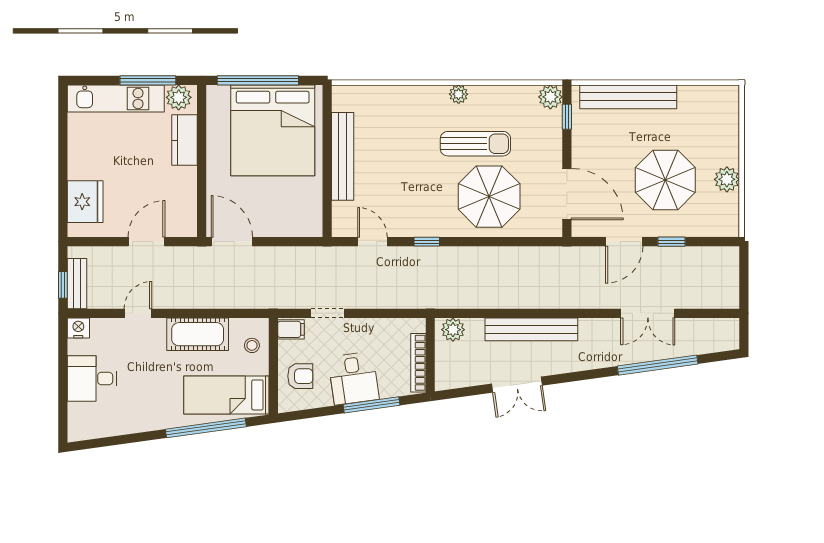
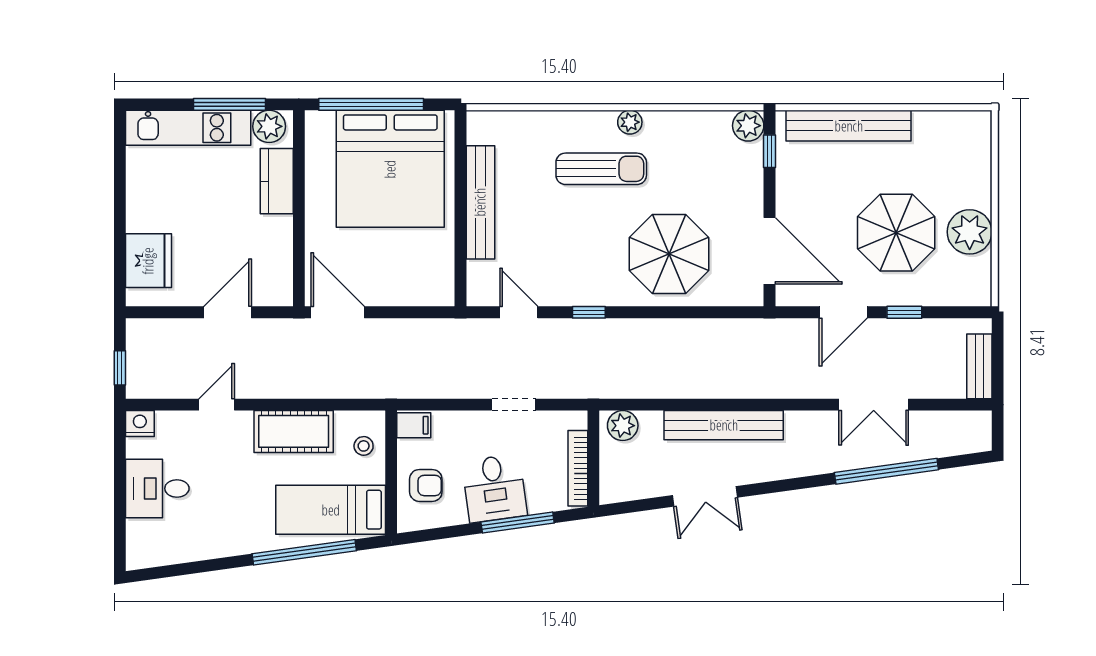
sun lounger: (475, 144) -> (601, 169), moved
plant: (727, 179) -> (970, 232), width x1.36, depth x1.36
bench: (77, 284) -> (979, 366), moved
doorway: (328, 313) -> (514, 405), moved

